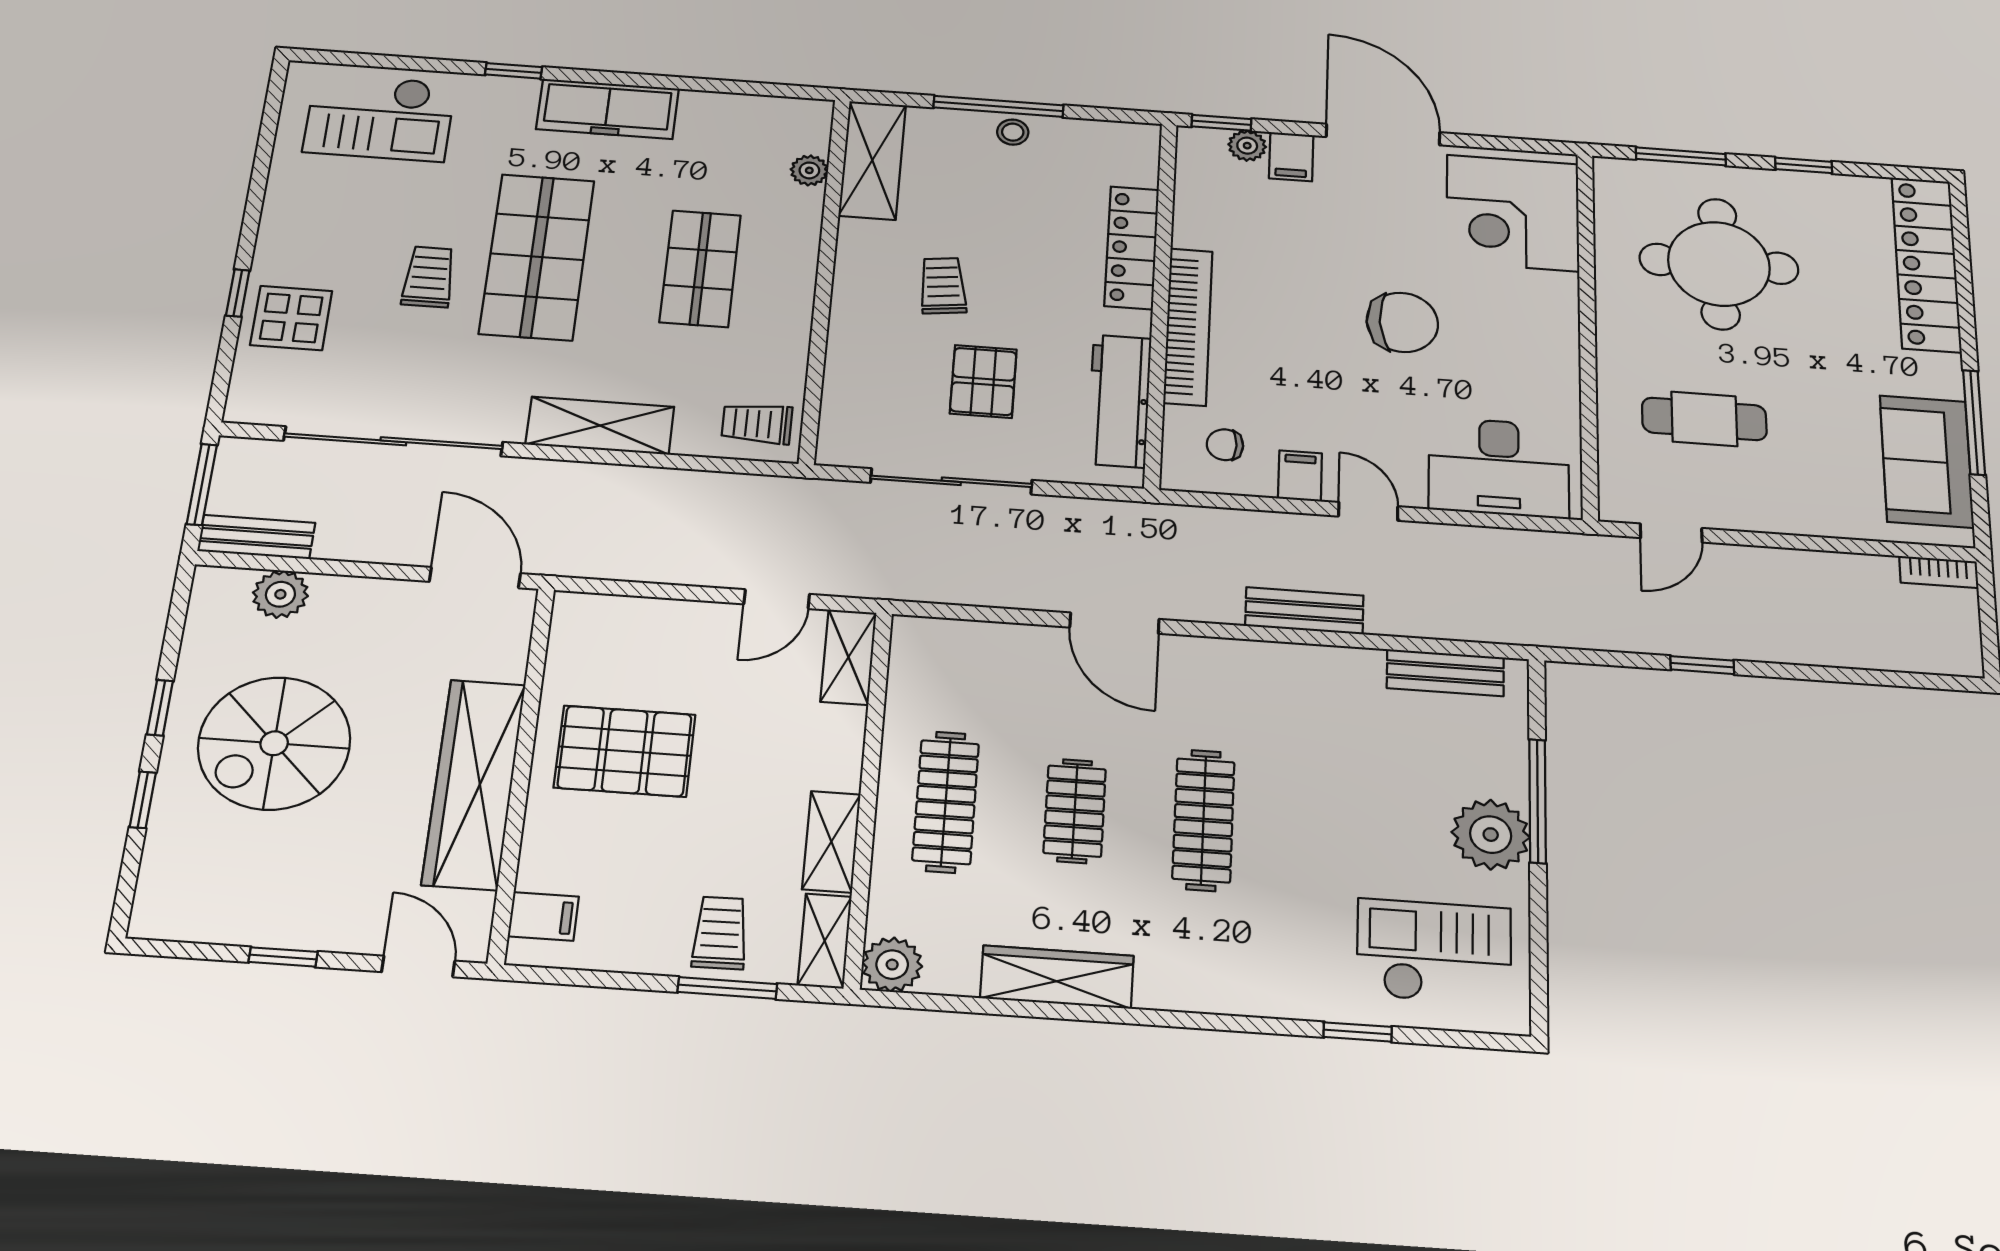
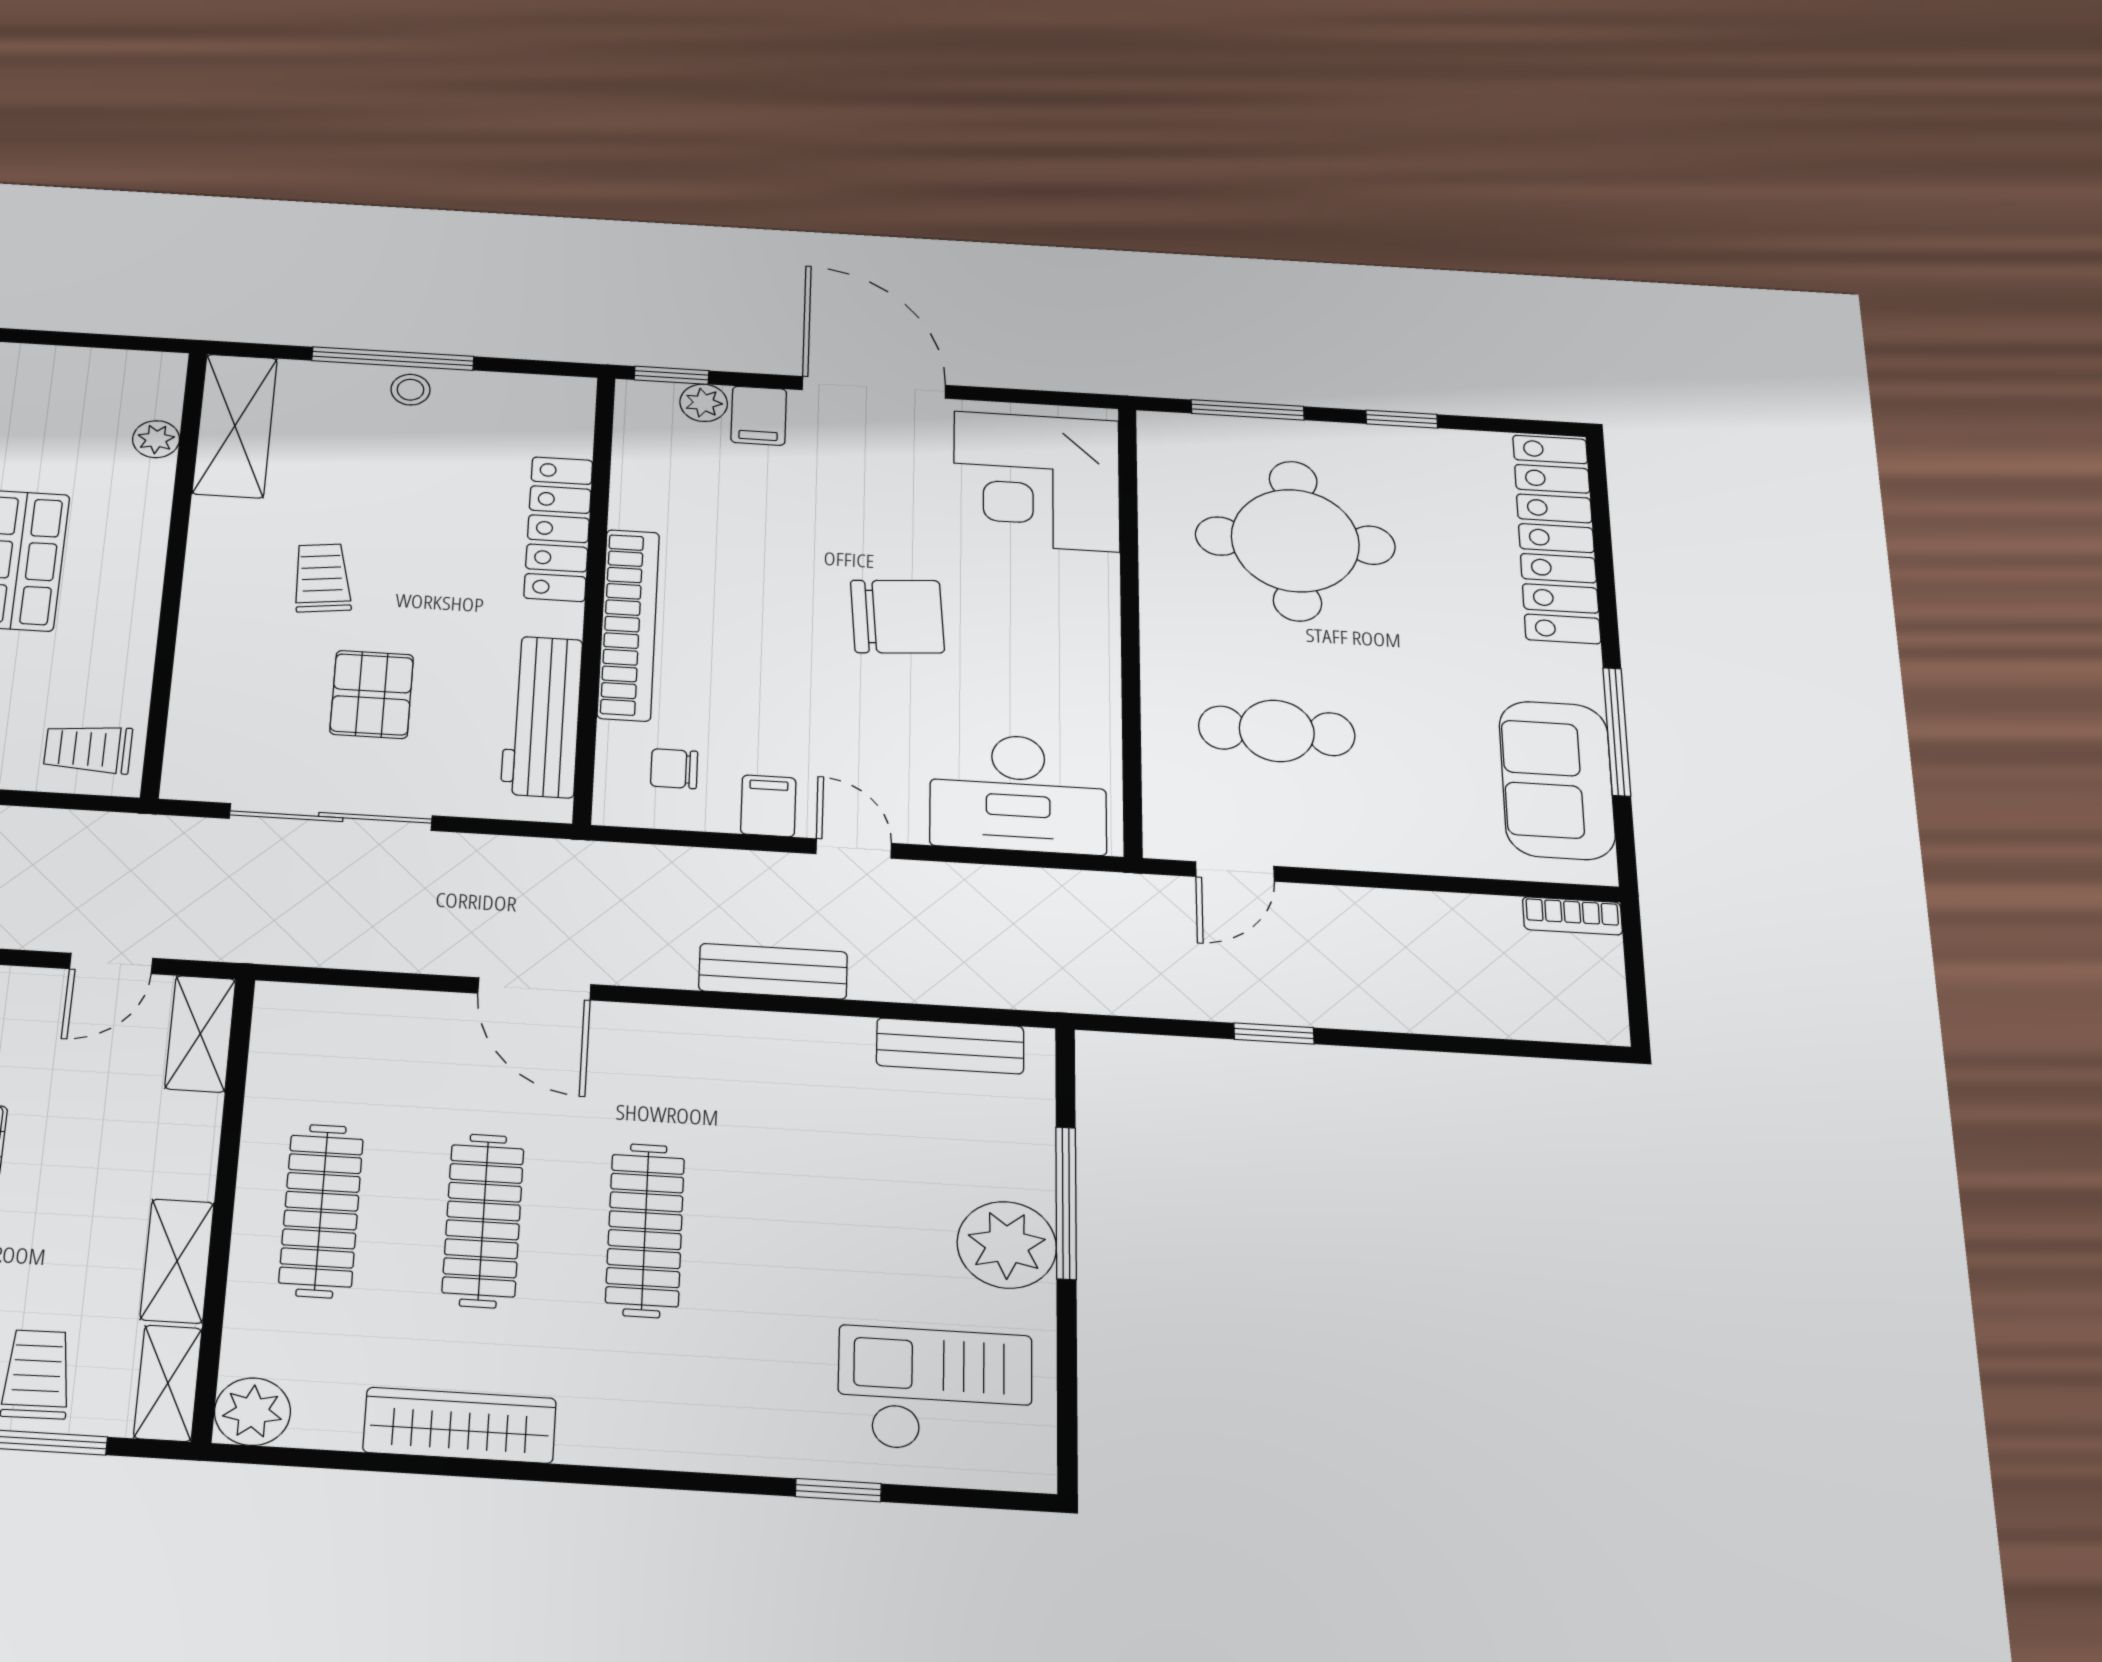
clothes rail: (1075, 811) -> (483, 1220), width x1.36

